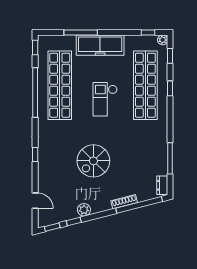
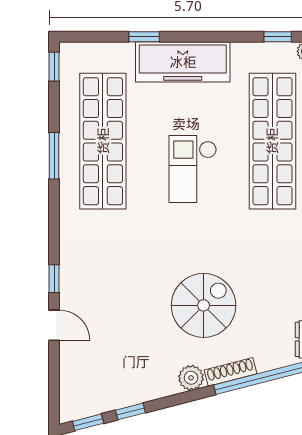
window: (81, 32) -> (144, 37), width x0.46
window: (35, 93) -> (54, 156), width x0.47
spiral stairs: (93, 161) -> (204, 305), moved, turned 180
door: (35, 201) -> (54, 325), moved
plant: (84, 210) -> (191, 378), moved

